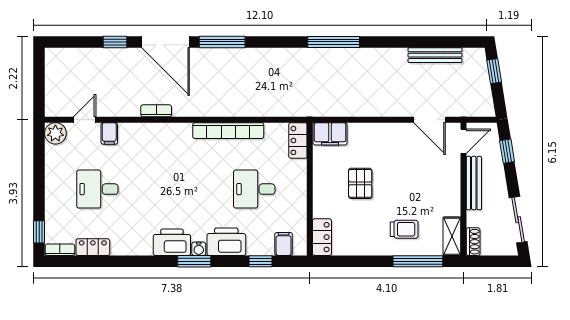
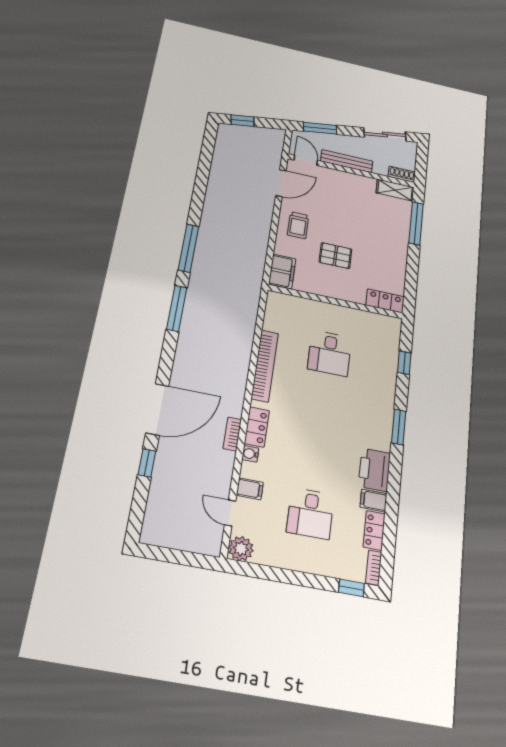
window: (222, 42) -> (177, 308), moved
bench: (435, 55) -> (218, 164), removed
locker: (298, 140) -> (257, 427), moved, turned -90
window: (507, 151) -> (320, 128), width x1.50
trolley: (404, 229) -> (298, 225), moved, turned 180
printer: (172, 242) -> (374, 470), moved
printer: (226, 242) -> (381, 391), removed
filing cabinet: (284, 244) -> (373, 501), moved
water cooler: (199, 249) -> (250, 454), moved, turned 180

